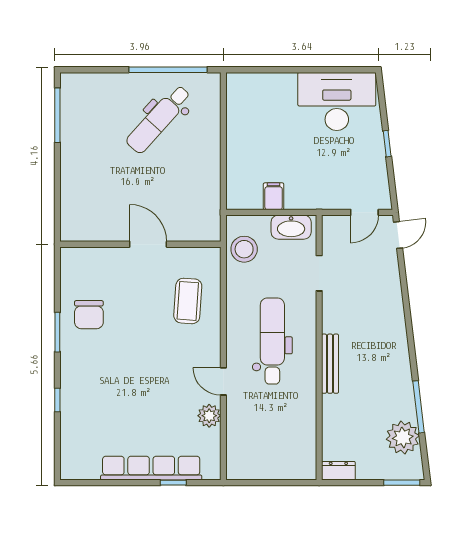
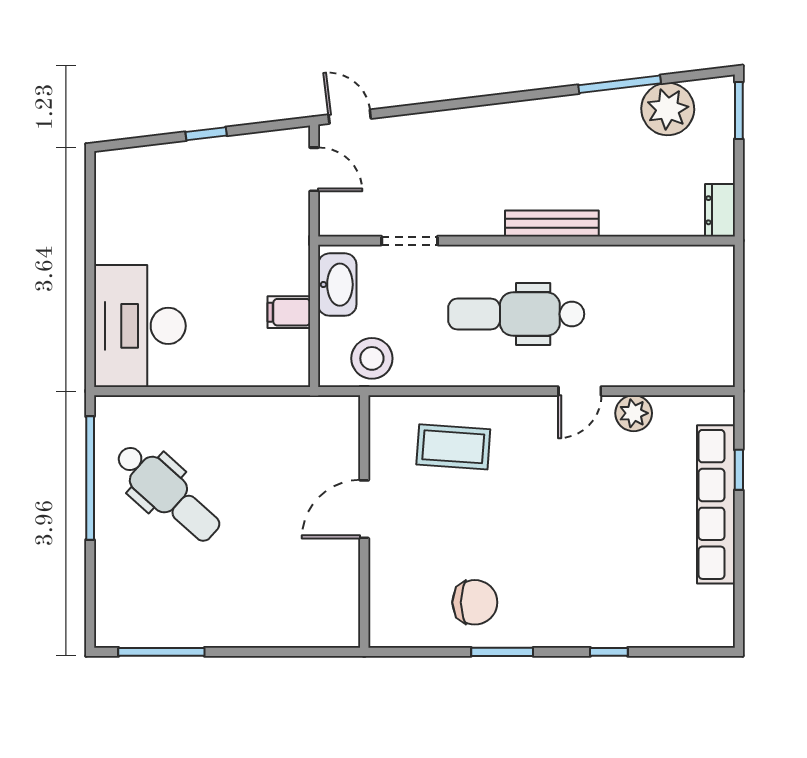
desk: (337, 101) -> (140, 326), moved

